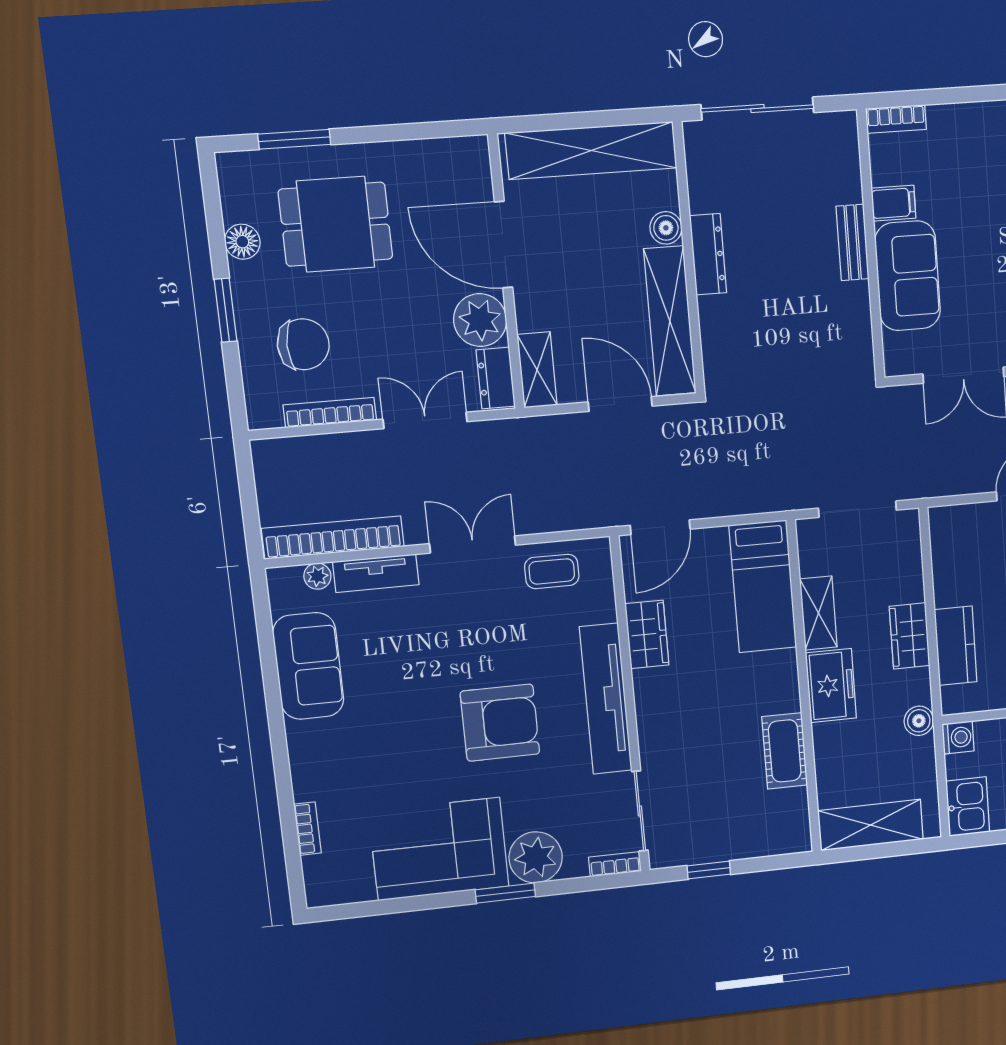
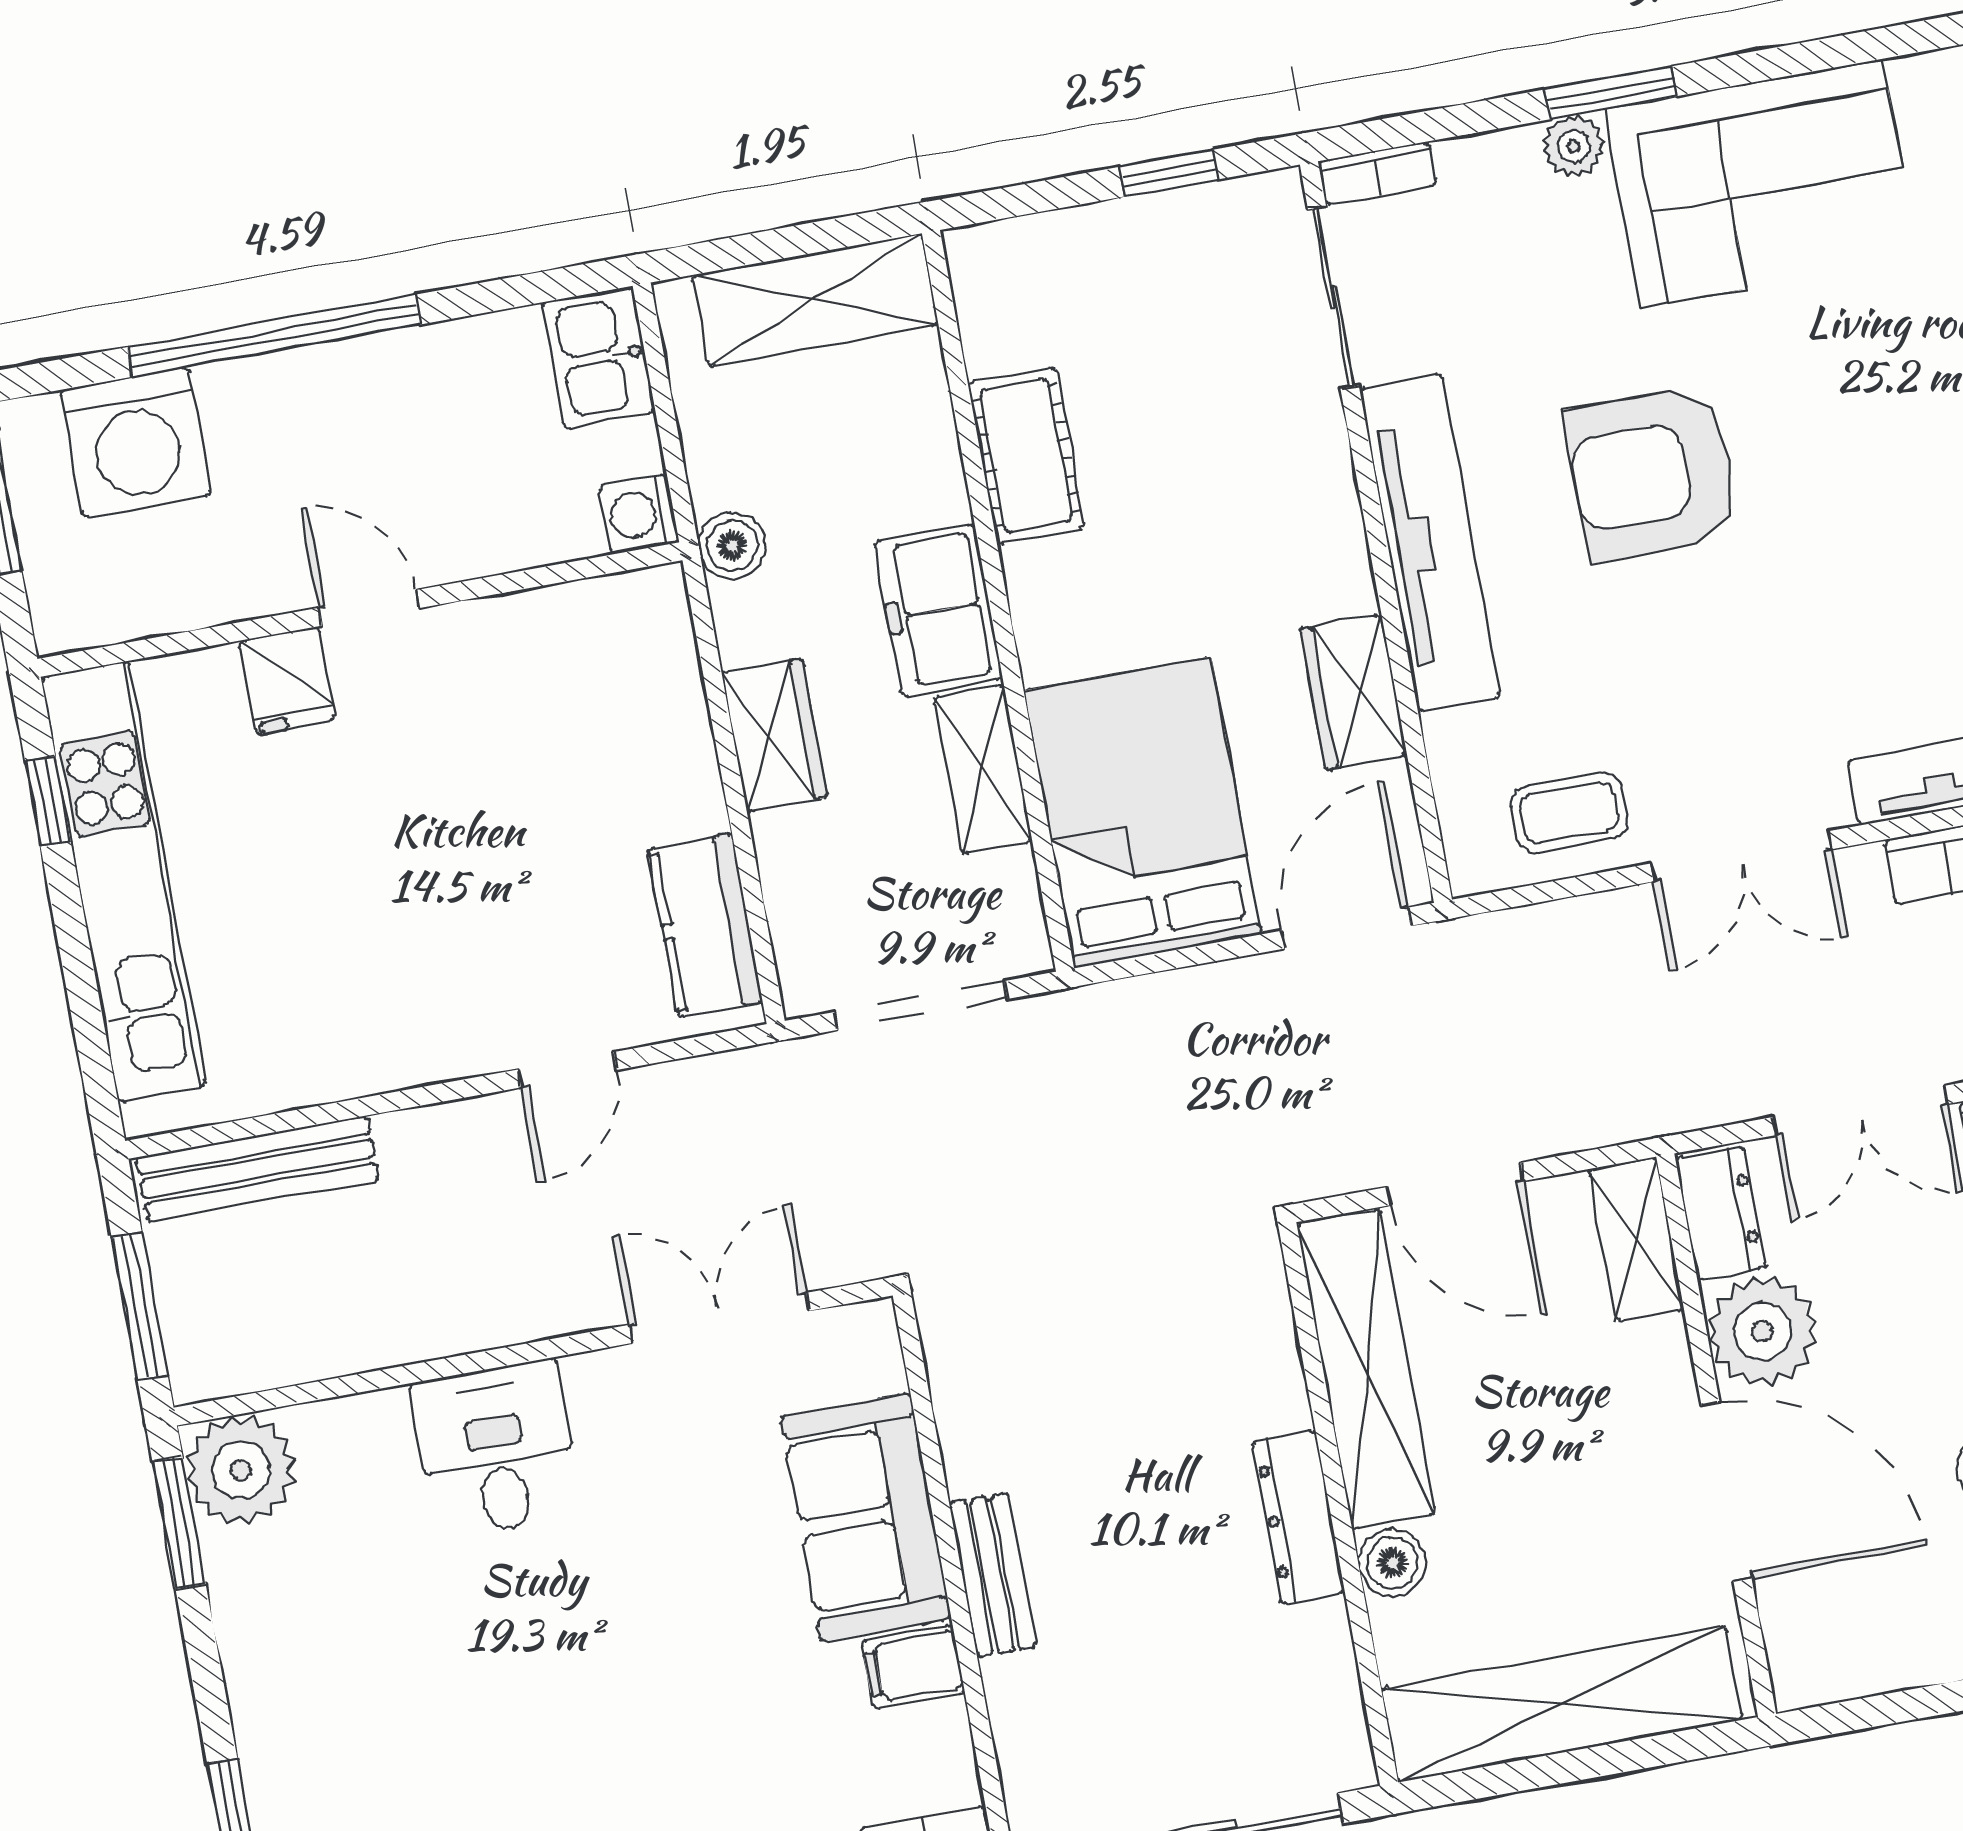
bed: (763, 586) -> (1142, 813), width x1.50
kitchen counter: (956, 646) -> (705, 926), moved
plant: (536, 857) -> (1573, 146), width x0.53, depth x0.53

